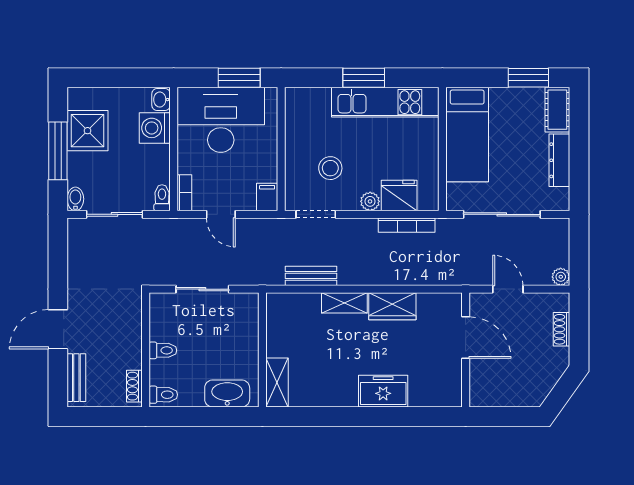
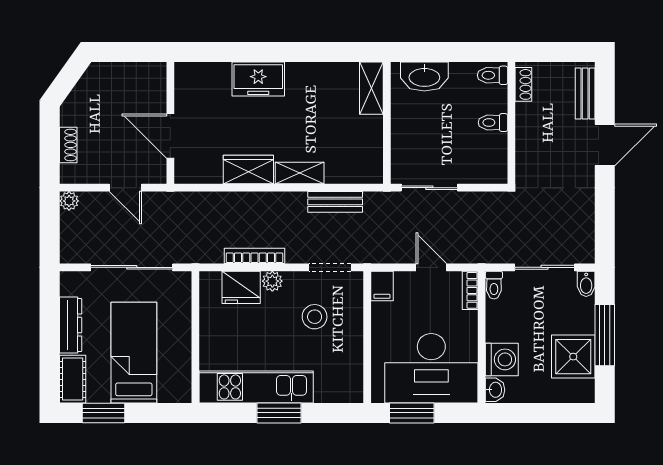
bed: (467, 134) -> (134, 353), moved
bookcase: (407, 225) -> (254, 256), moved
sliding door: (202, 289) -> (429, 188), moved

